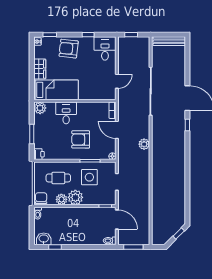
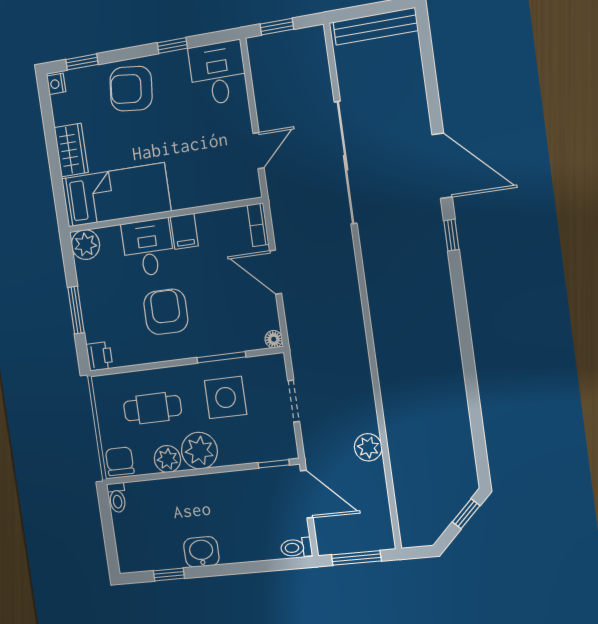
filing cabinet: (82, 109) -> (184, 231), added
armchair: (81, 139) -> (166, 312), moved, turned 90
plant: (144, 144) -> (368, 447), moved
washbasin: (44, 239) -> (201, 552), moved

